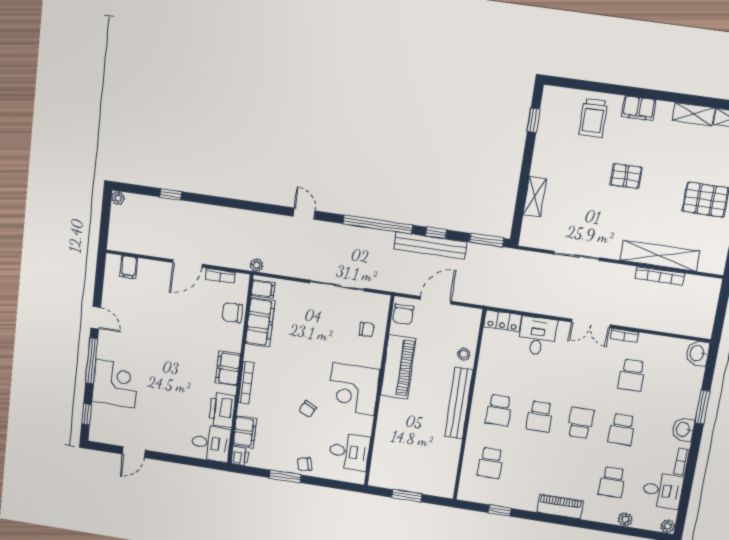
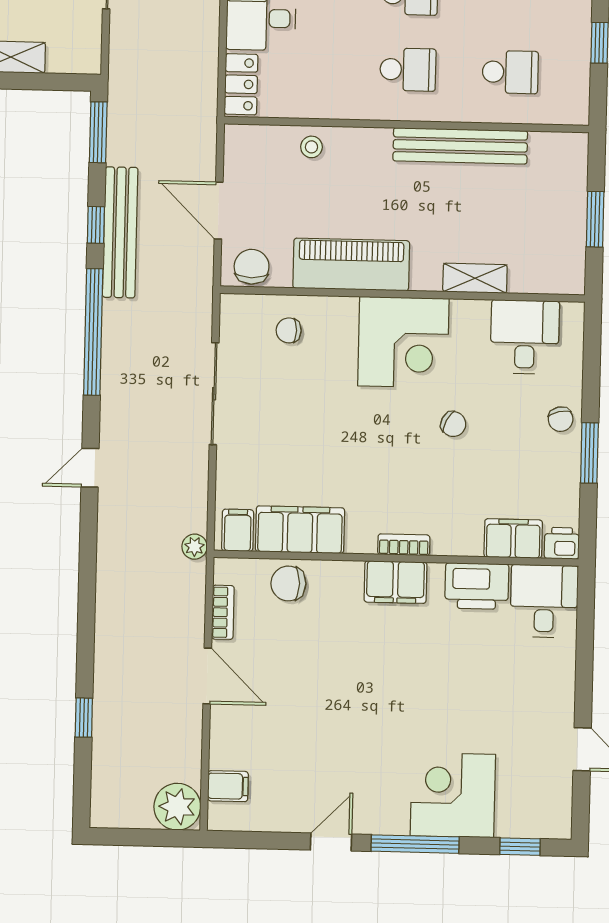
plant: (118, 198) -> (177, 807), moved, width x1.88, depth x1.88
chair: (232, 312) -> (288, 583), turned 90
chair: (403, 314) -> (252, 267), turned -90
chair: (367, 330) -> (289, 330), turned -90
bookcase: (246, 383) -> (404, 545), width x0.64
bench: (459, 403) -> (460, 146), moved
shelving: (383, 430) -> (475, 278), added

